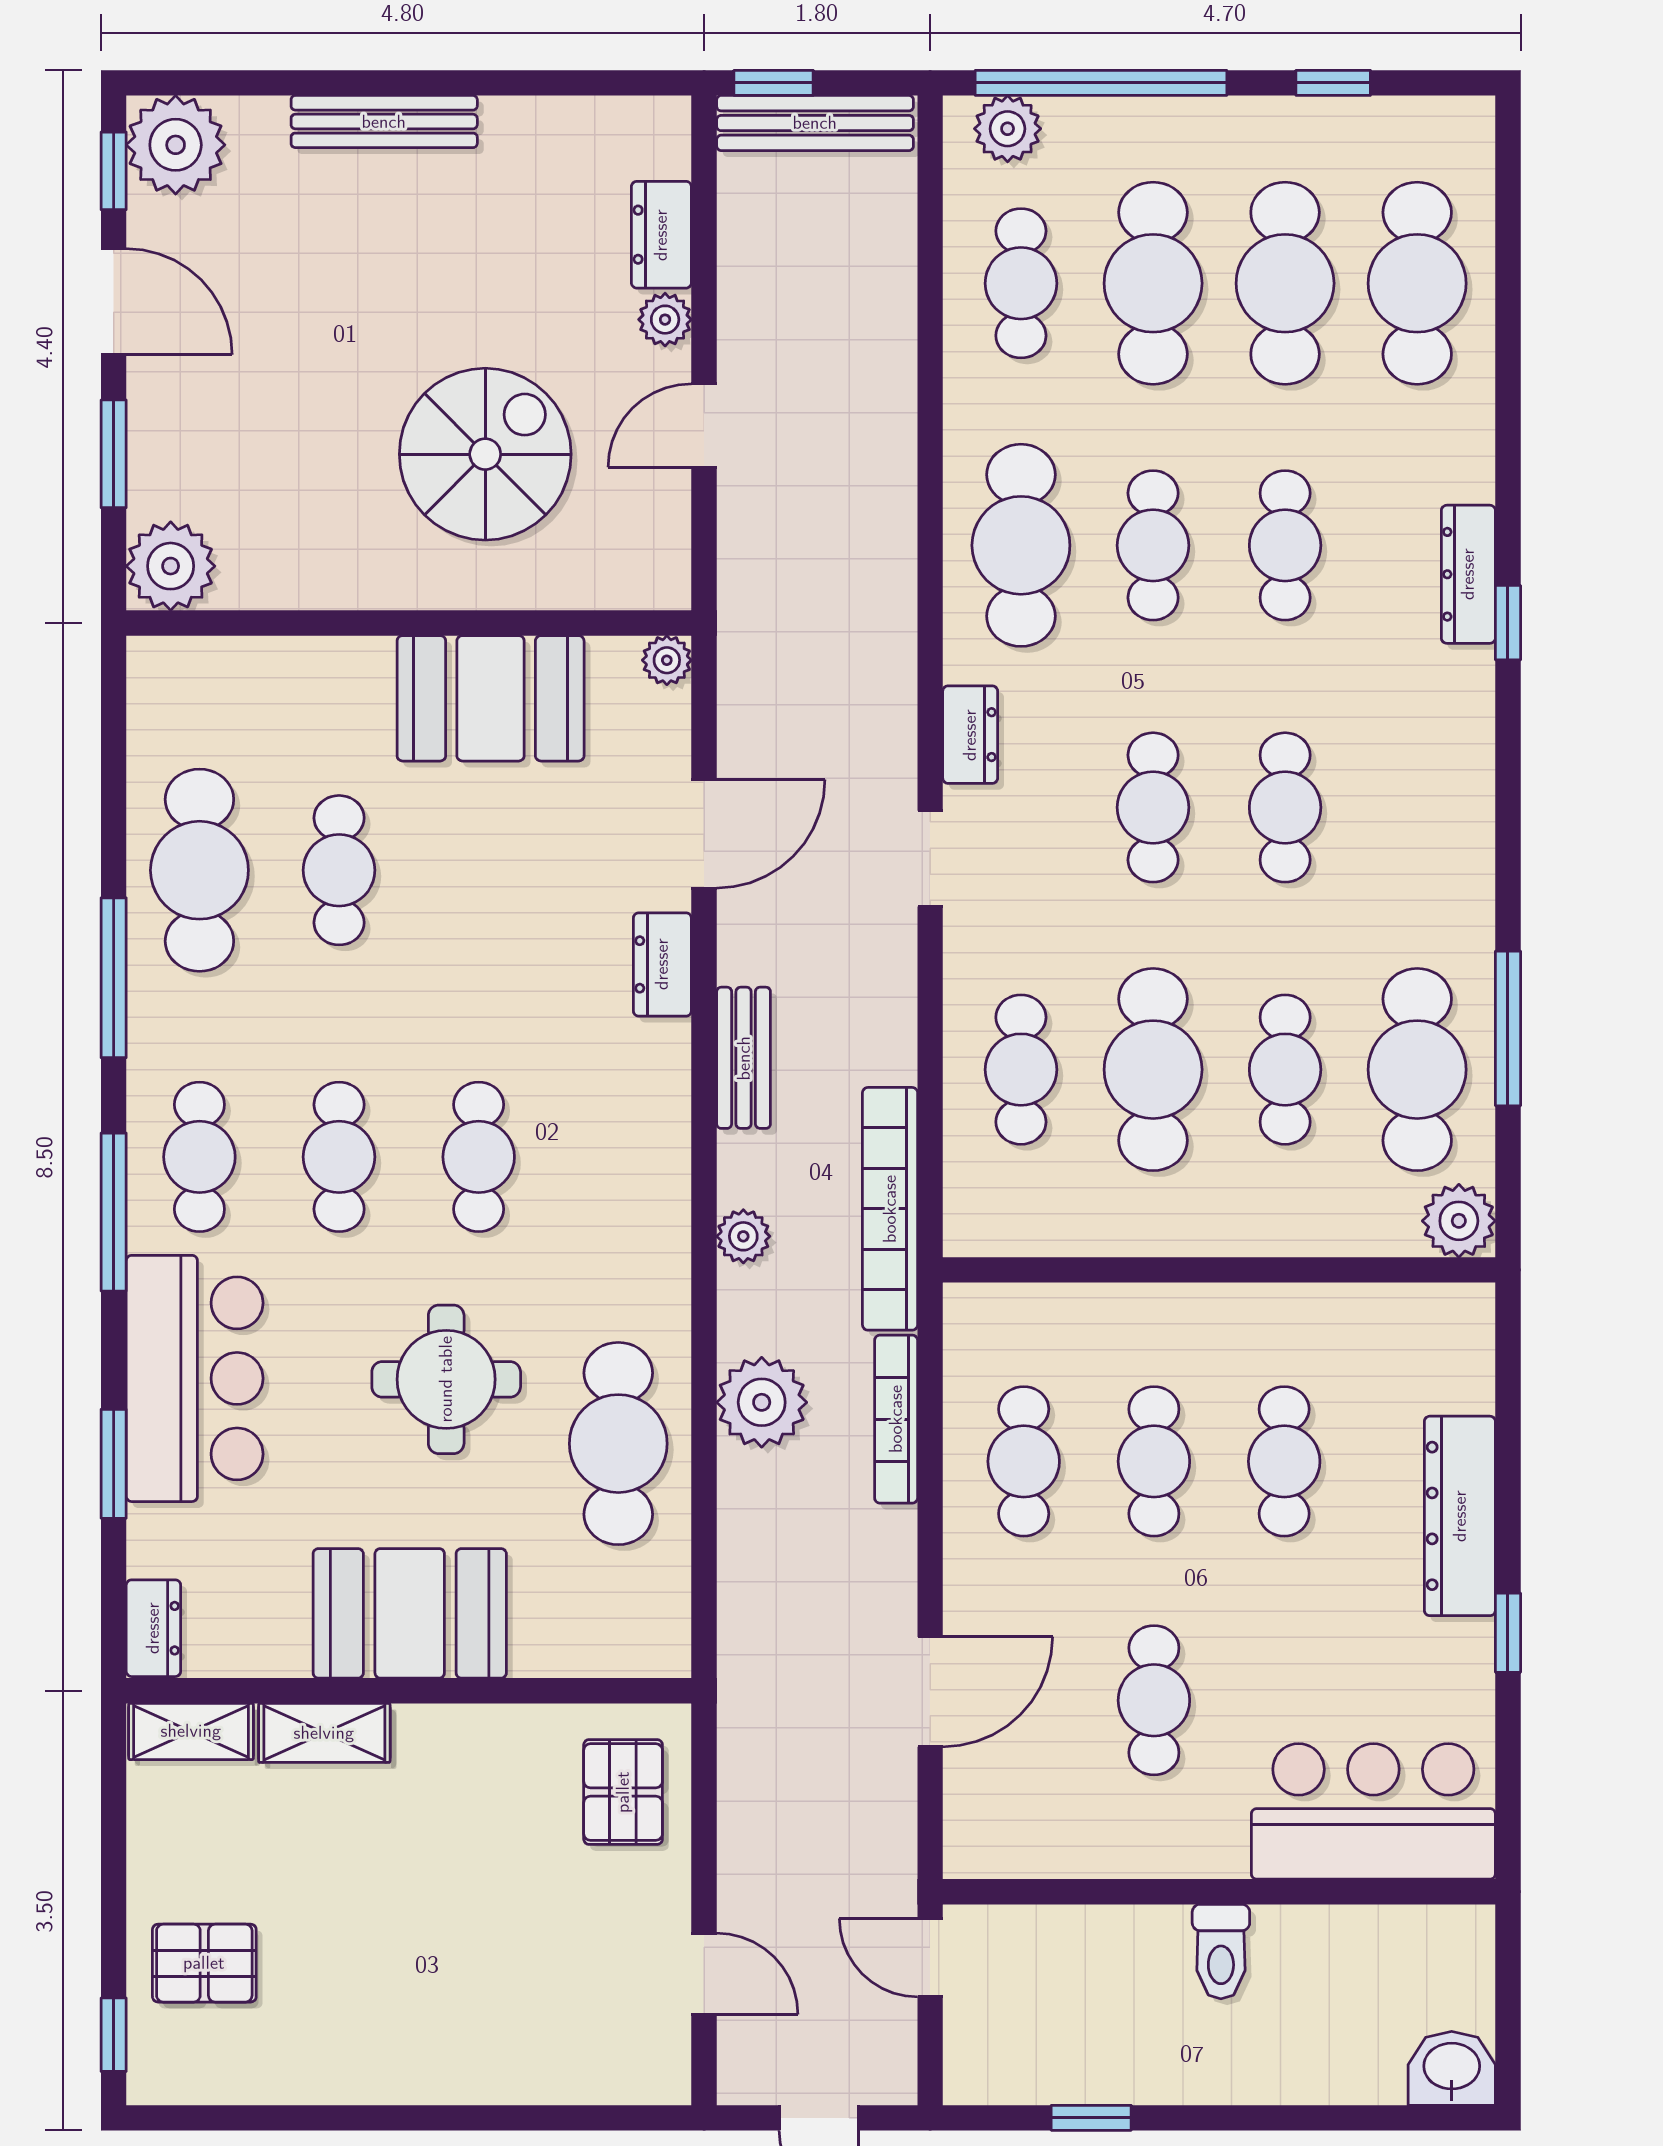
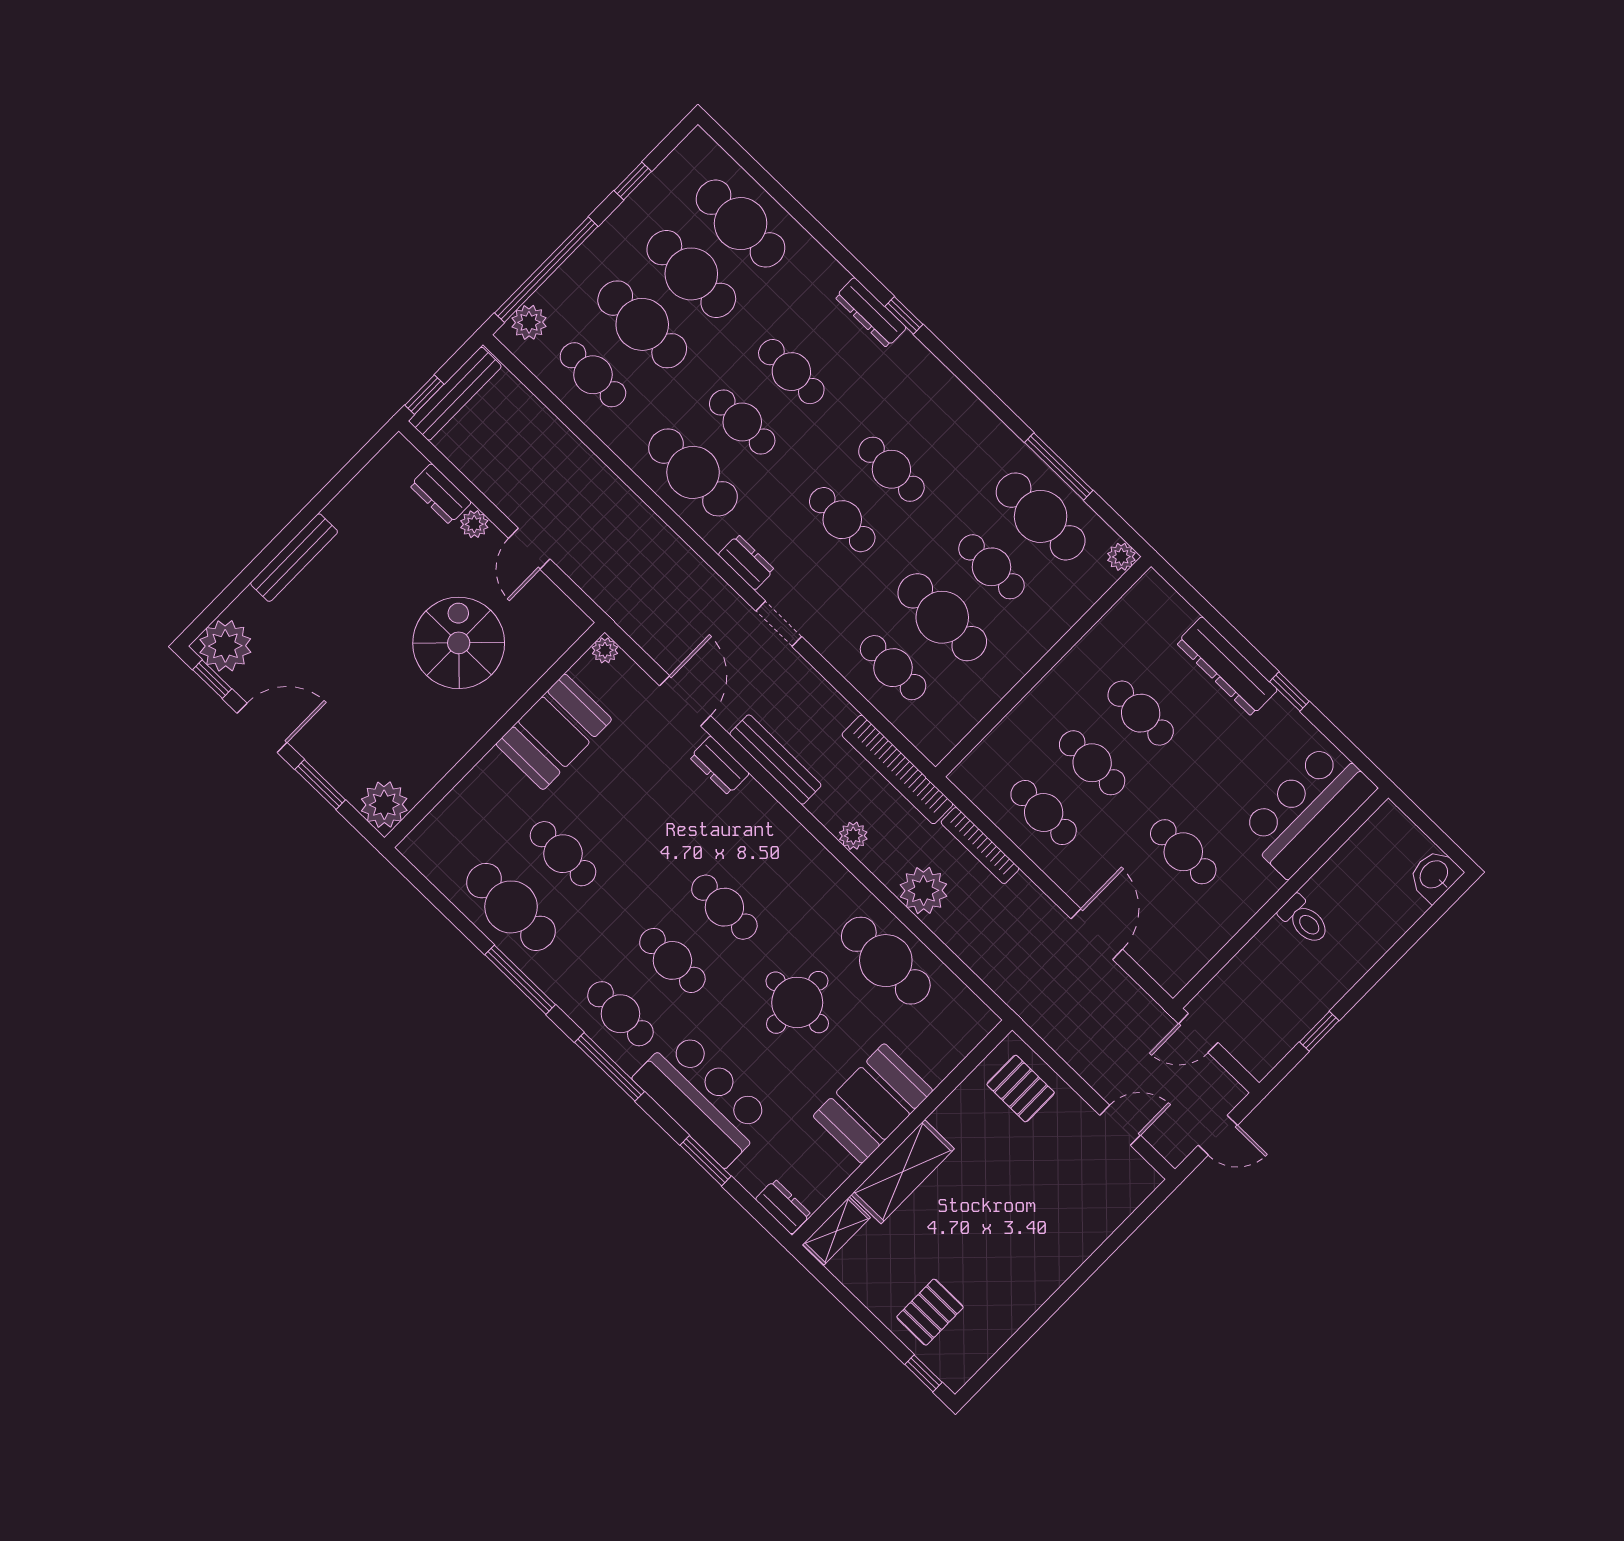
bench: (744, 1058) -> (775, 760), width x1.36
plant: (1459, 1221) -> (1121, 557), width x0.73, depth x0.73
shelving: (324, 1733) -> (903, 1172), width x1.50, depth x1.33

